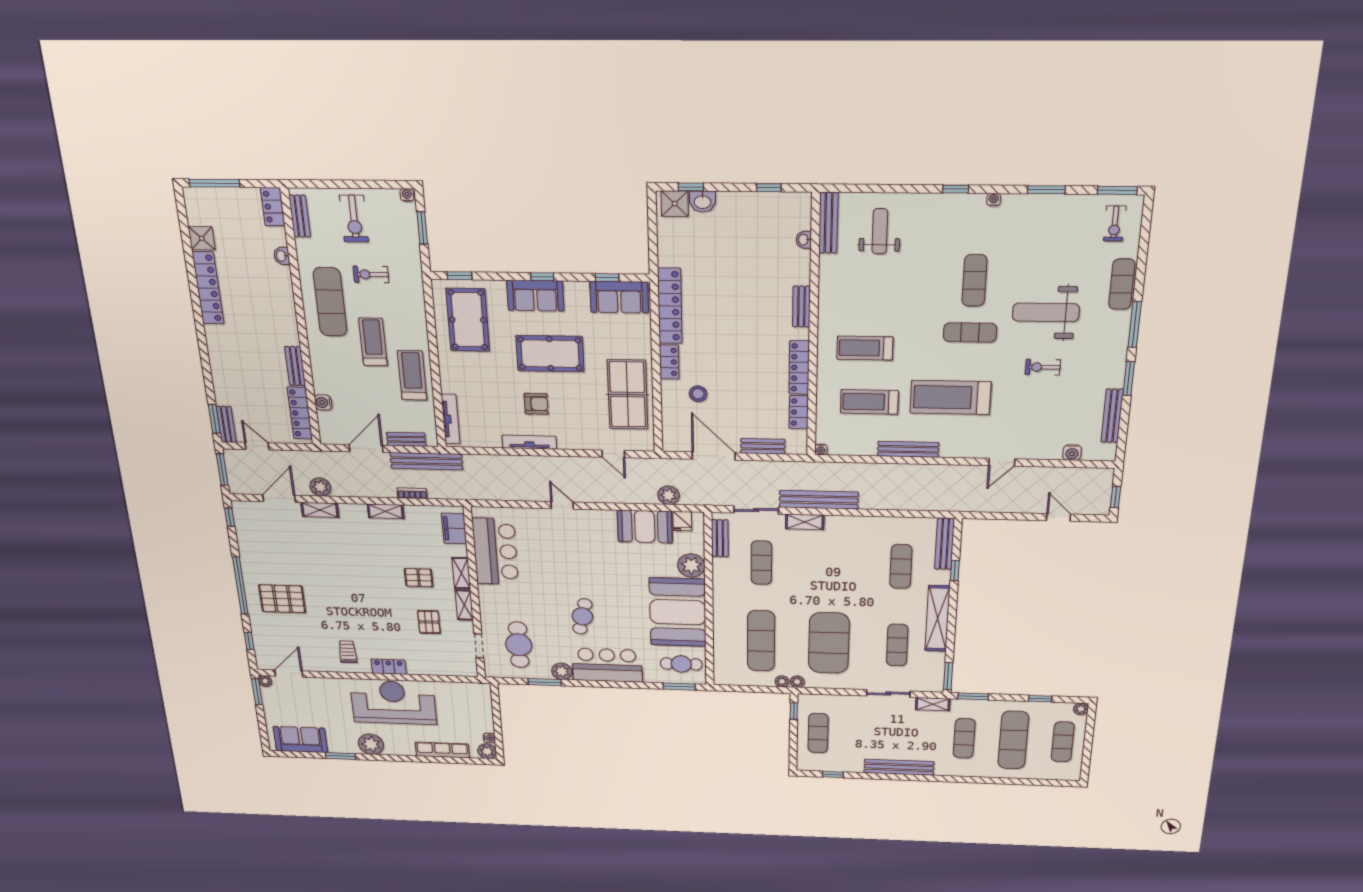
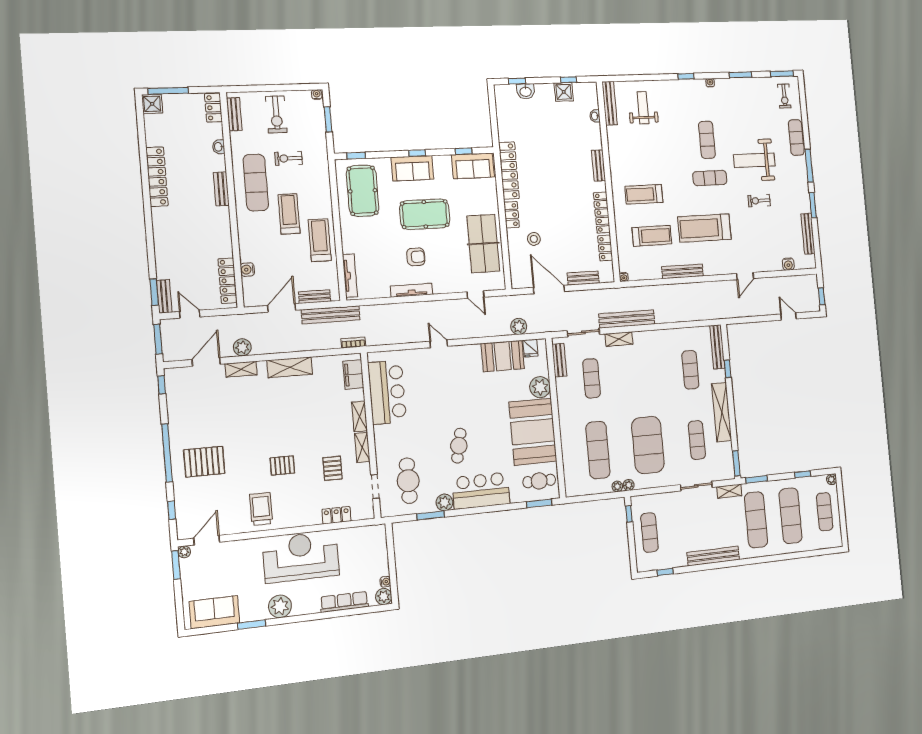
shower: (675, 204) -> (564, 92), moved
shower: (202, 238) -> (152, 104), moved
bench: (295, 366) -> (221, 189), moved
treadmill: (869, 402) -> (652, 236), turned 180
bookcase: (412, 493) -> (353, 343), moved
shelving: (386, 511) -> (290, 367), width x1.50, depth x1.33
pallet: (419, 578) -> (282, 465), moved
trolley: (348, 652) -> (261, 509), width x1.36, depth x1.39
locker: (389, 667) -> (336, 515), moved
exercise mat: (964, 738) -> (756, 520), width x1.36, depth x1.45

